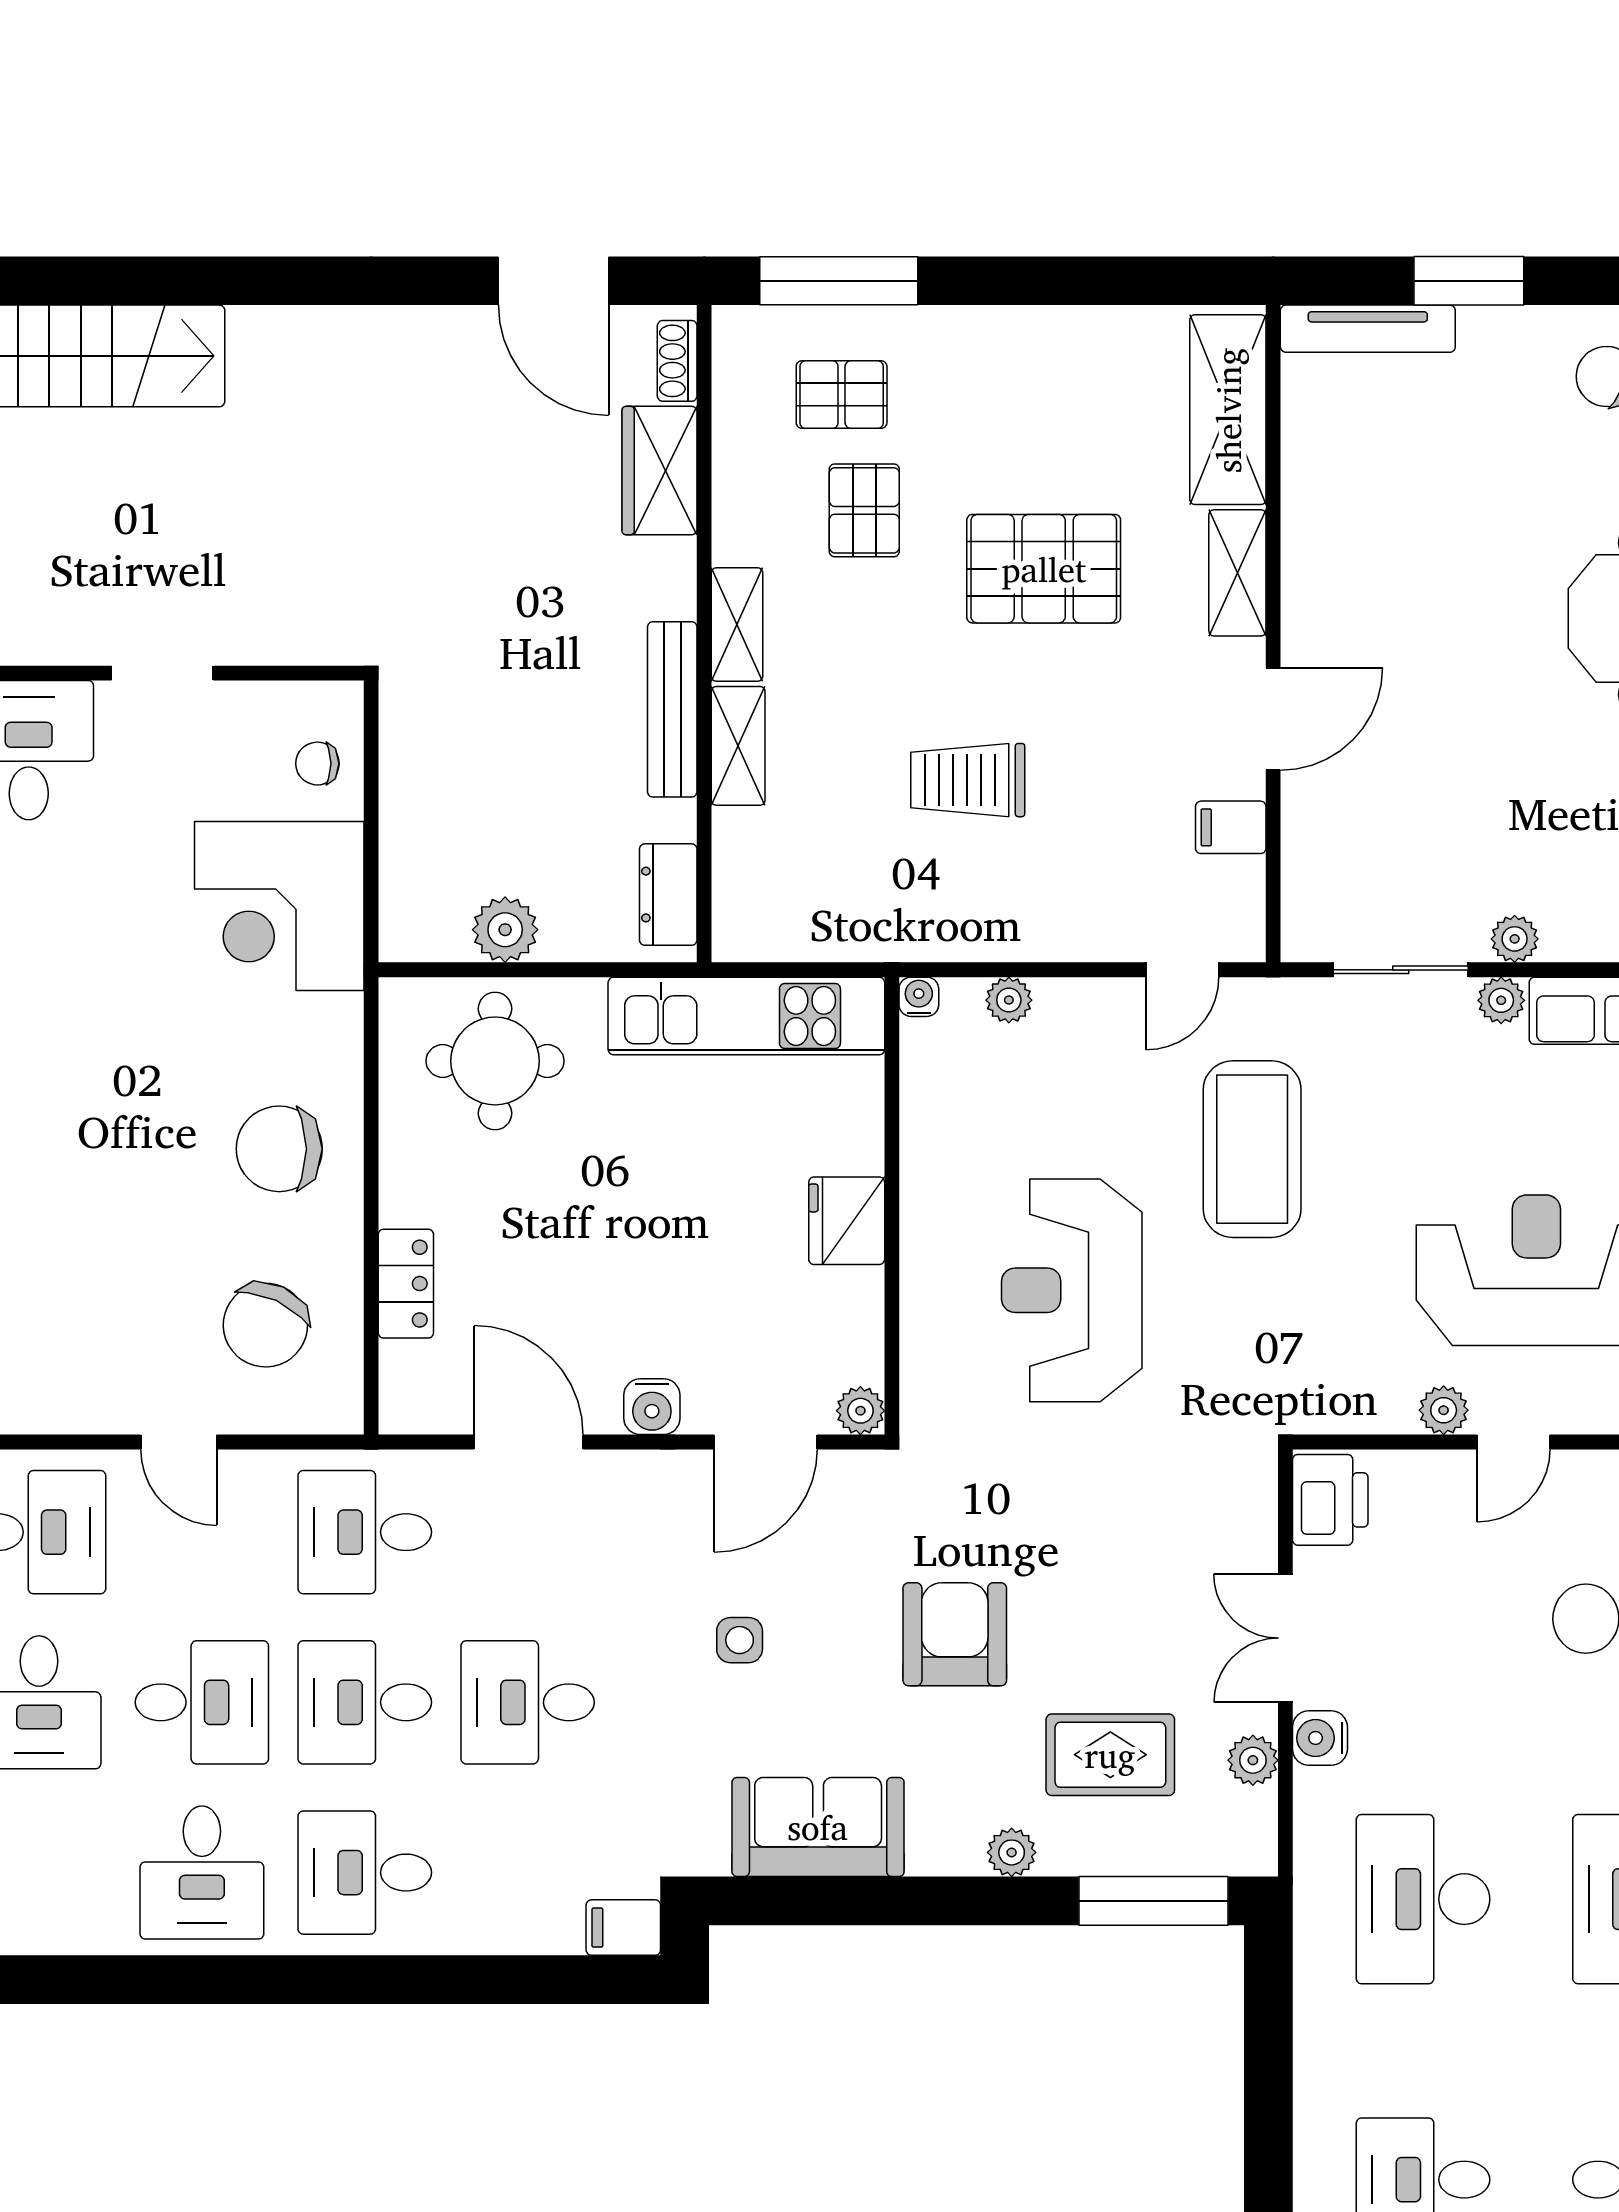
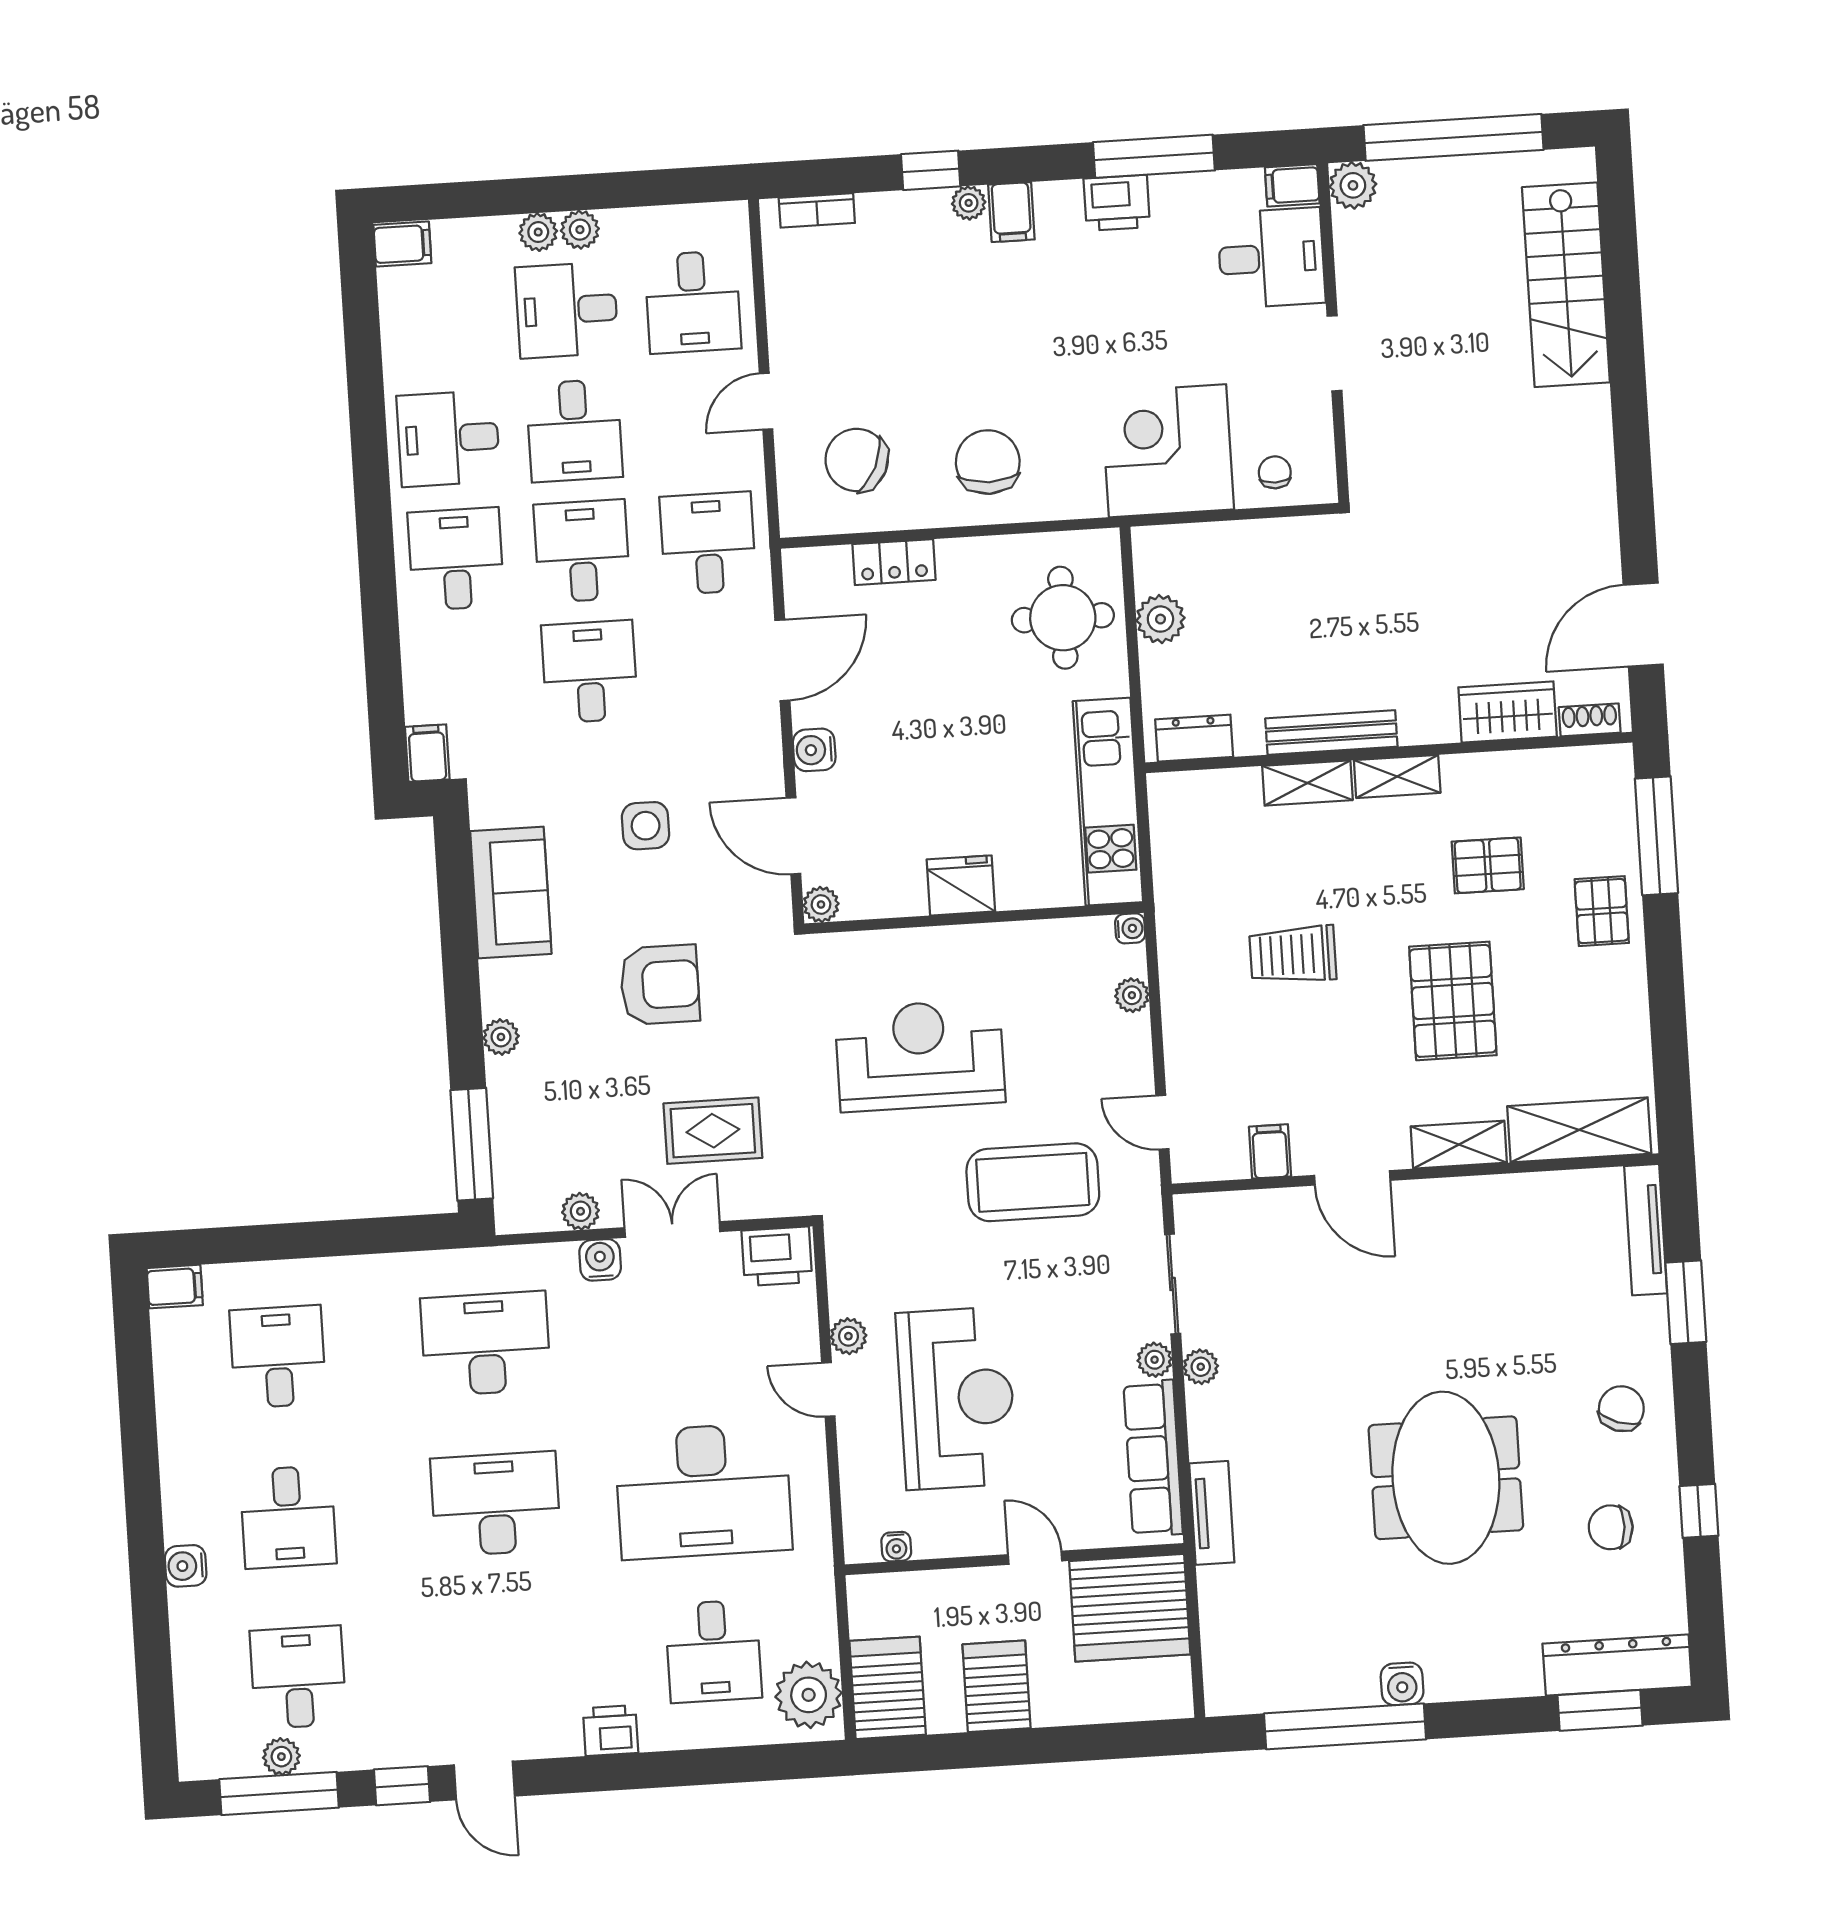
pallet: (842, 395) -> (1602, 911), moved
trolley: (968, 780) -> (1293, 955), turned -90
side table: (740, 1640) -> (646, 826), width x1.37, depth x1.37
rug: (1110, 1755) -> (713, 1131), moved, turned 90

